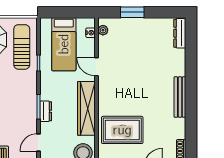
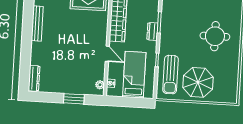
dresser: (46, 111) -> (152, 31), moved

